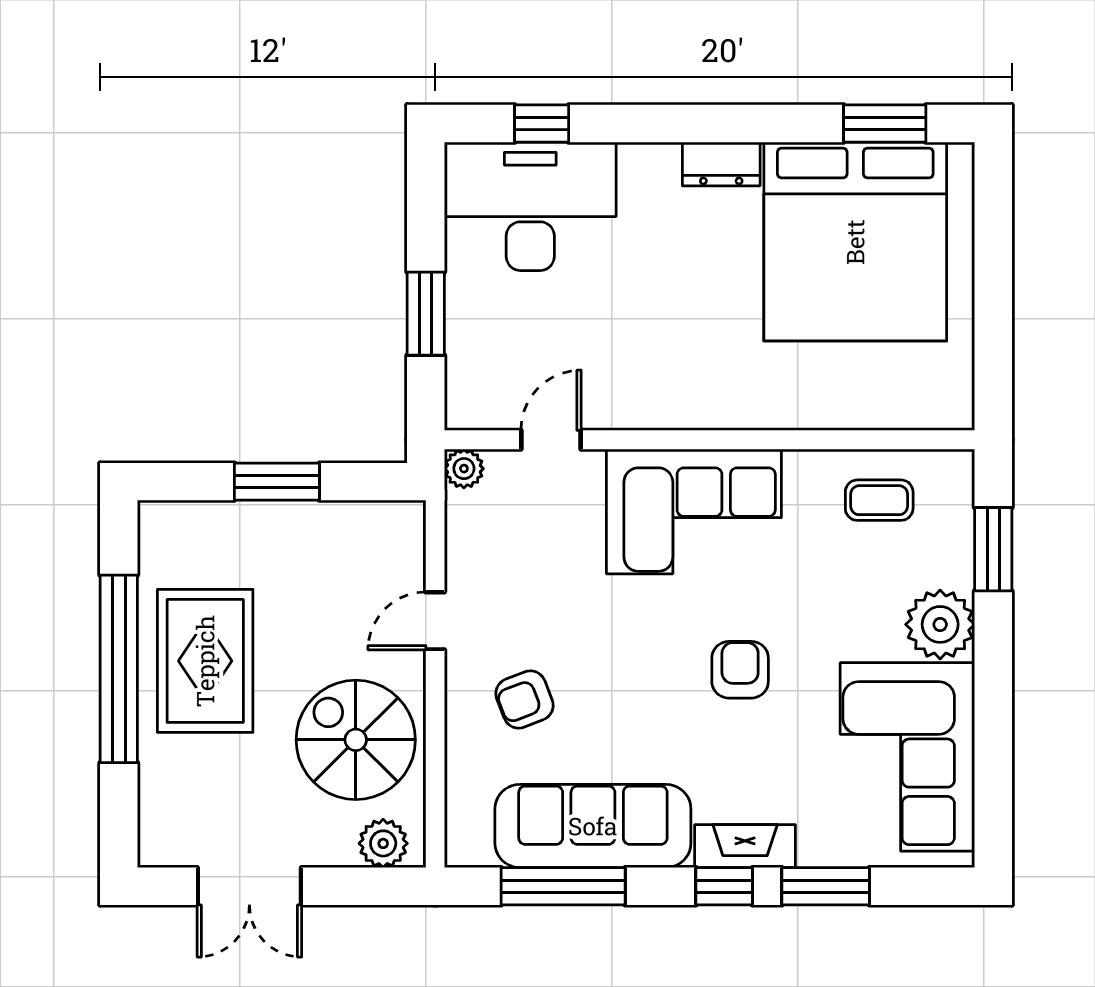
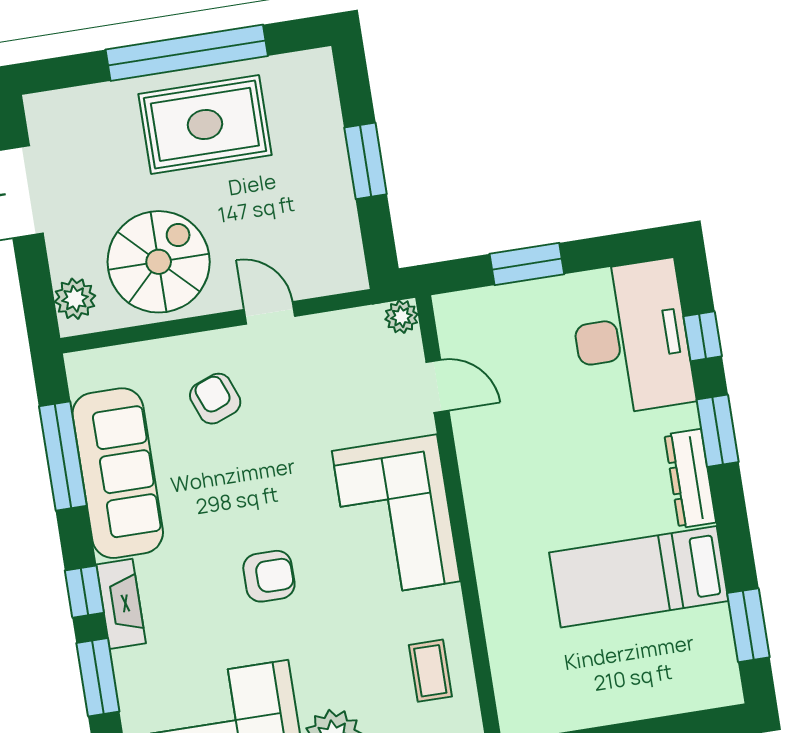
window: (654, 123) -> (718, 431), added
dresser: (721, 164) -> (690, 479), width x1.44
bed: (855, 242) -> (639, 577), width x0.49

